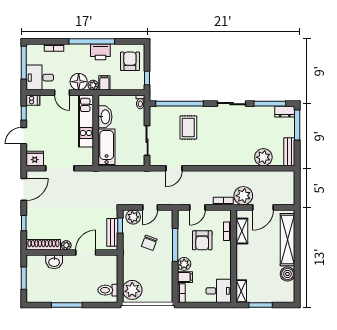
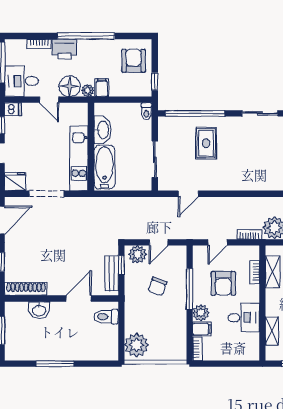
printer: (100, 52) -> (64, 49), moved
kitchen unit: (86, 121) -> (79, 158), moved
plant: (66, 245) -> (54, 289), removed
toilet: (108, 290) -> (106, 317), moved
desk: (219, 291) -> (244, 318), moved
shelving: (241, 291) -> (272, 331), moved

